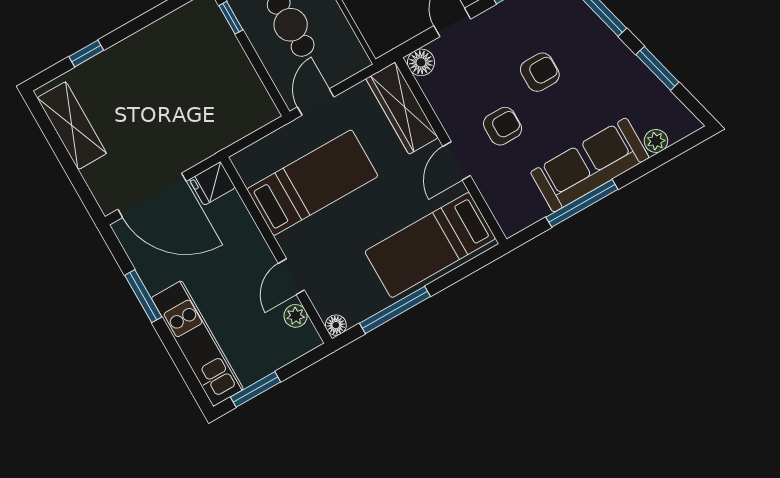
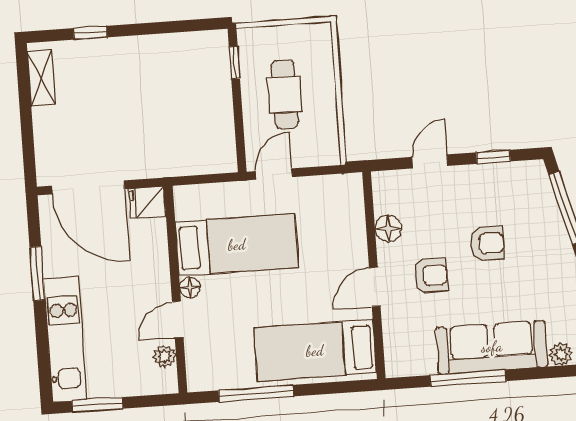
floor lamp: (421, 62) -> (388, 228), moved
wardrobe: (402, 108) -> (349, 216), removed
shelving: (72, 126) -> (41, 78), width x0.67, depth x0.75
floor lamp: (336, 325) -> (190, 287), moved

